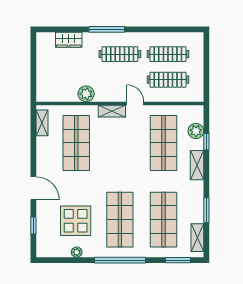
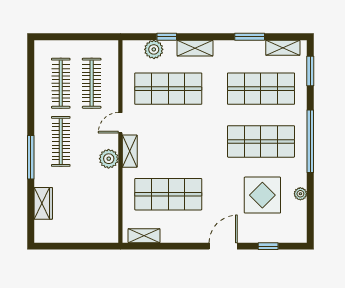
plant: (86, 94) -> (109, 159), moved

